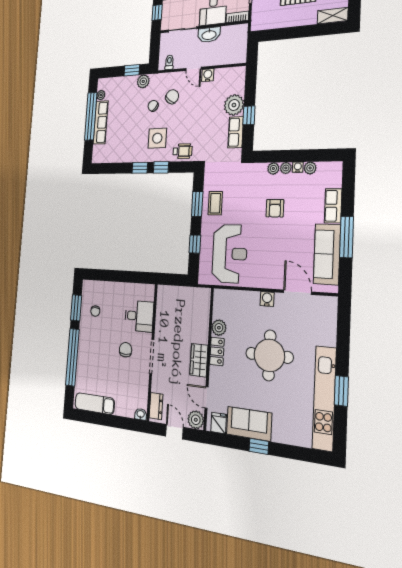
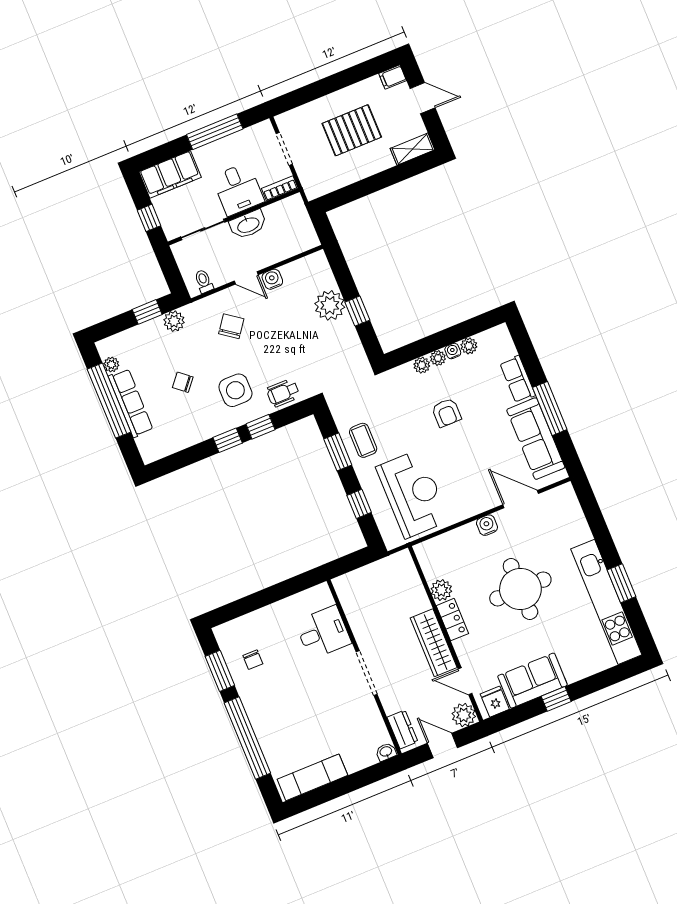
chair: (153, 106) -> (183, 382), moved
row of seats: (236, 132) -> (349, 339), removed
wheelchair: (183, 151) -> (283, 393), turned 180
chair: (126, 350) -> (324, 685), removed
wardrobe: (199, 360) -> (434, 643), width x1.50

